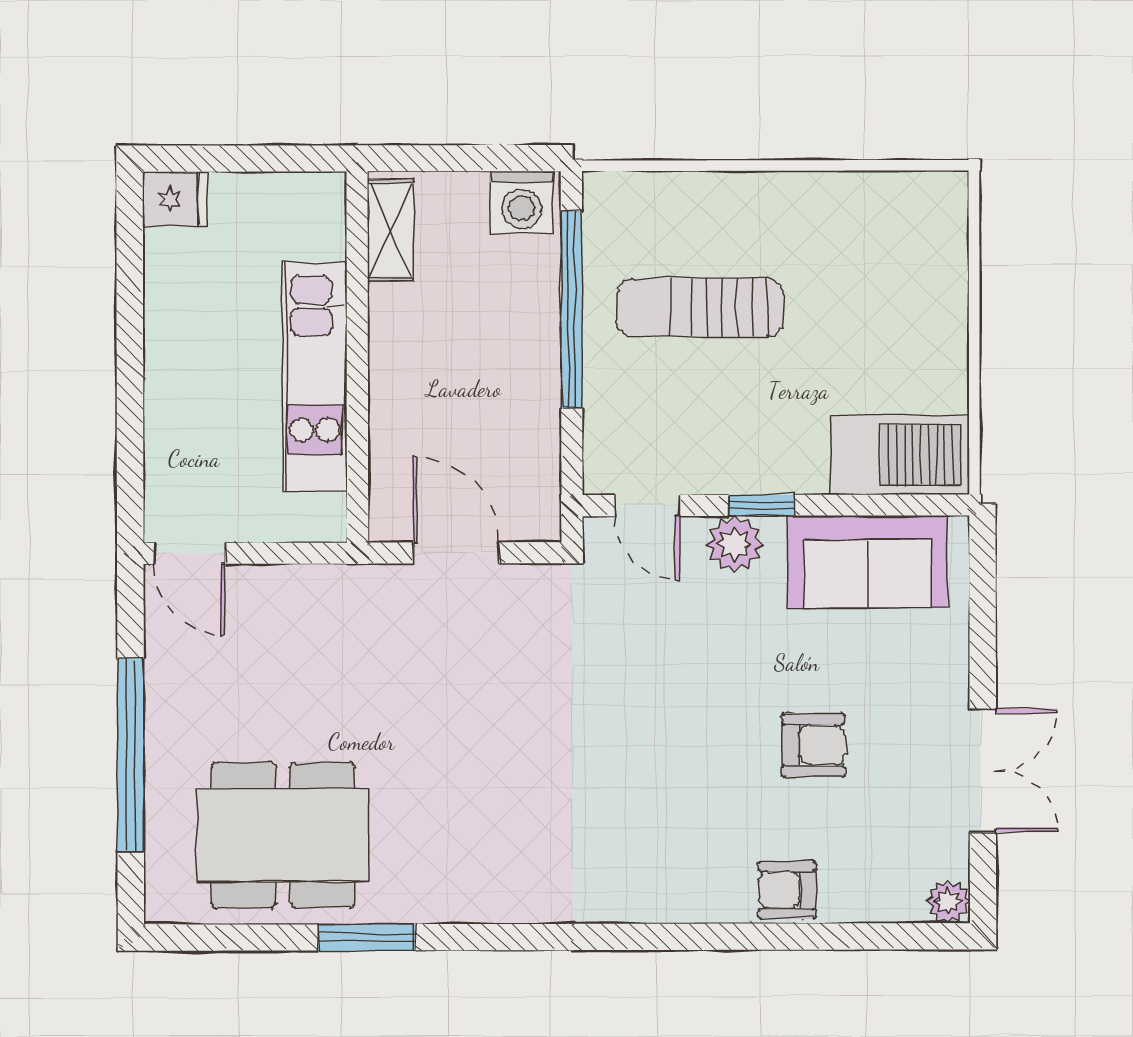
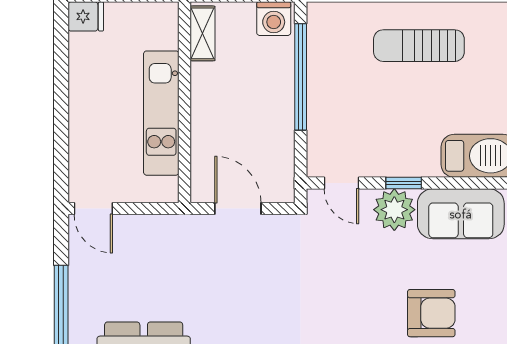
sun lounger: (700, 307) -> (419, 46), moved
plant: (735, 544) -> (394, 210), width x1.36, depth x1.36
armchair: (813, 745) -> (431, 313), width x1.38, depth x1.38

